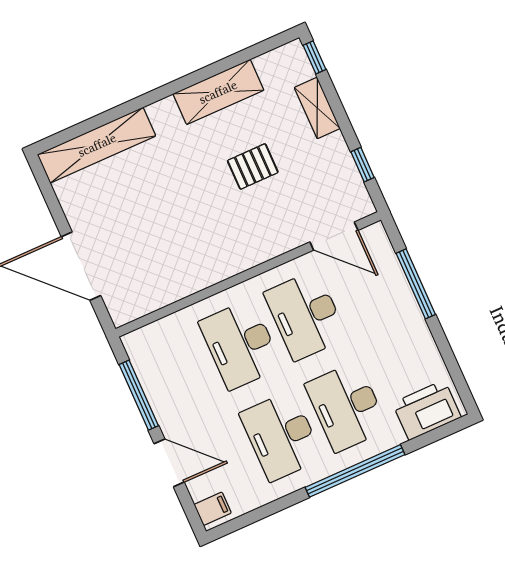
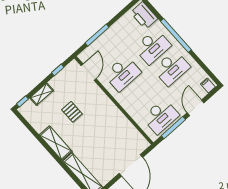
shelving: (218, 92) -> (56, 143), moved
desk: (240, 344) -> (161, 116), moved

